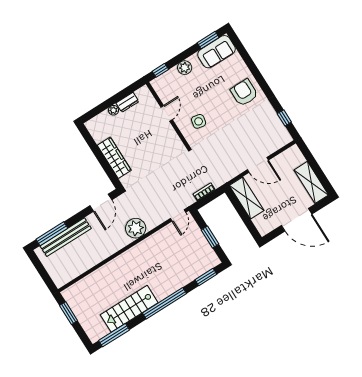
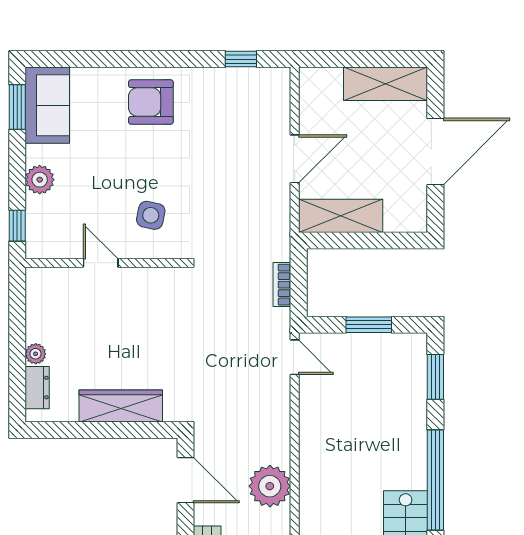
dresser: (127, 102) -> (37, 388), moved
plant: (136, 228) -> (270, 486), moved

